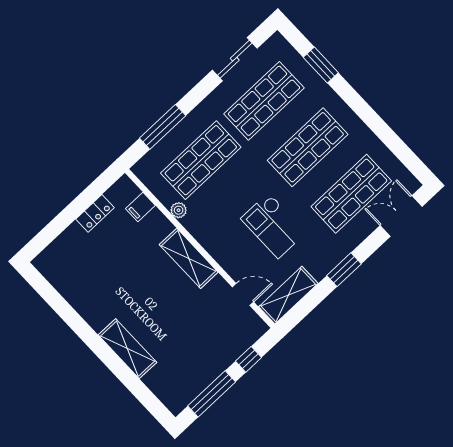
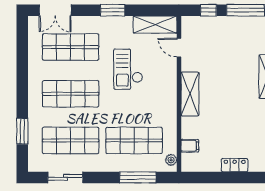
plant: (179, 210) -> (171, 160), moved
locker: (95, 213) -> (235, 165), moved
checkout: (273, 226) -> (128, 69), turned 180

